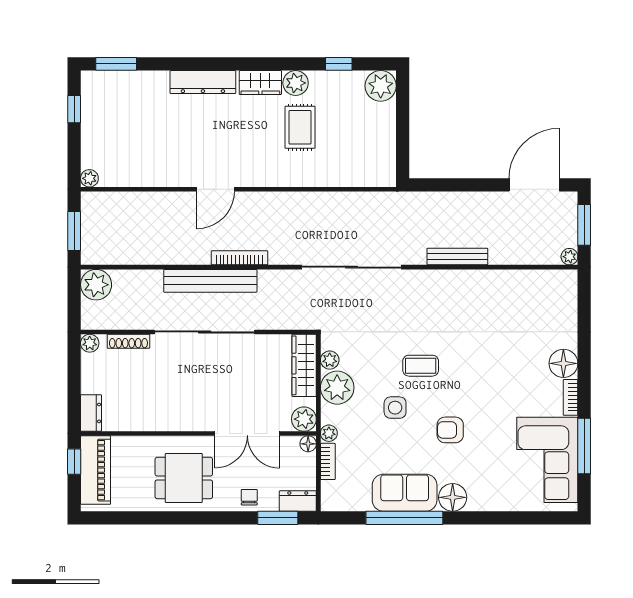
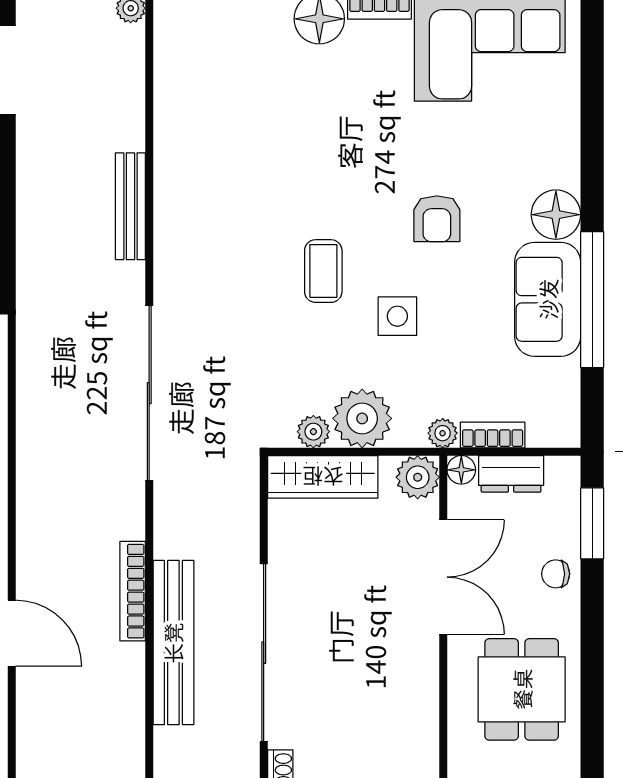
dresser: (298, 501) -> (511, 474), moved, turned -90

